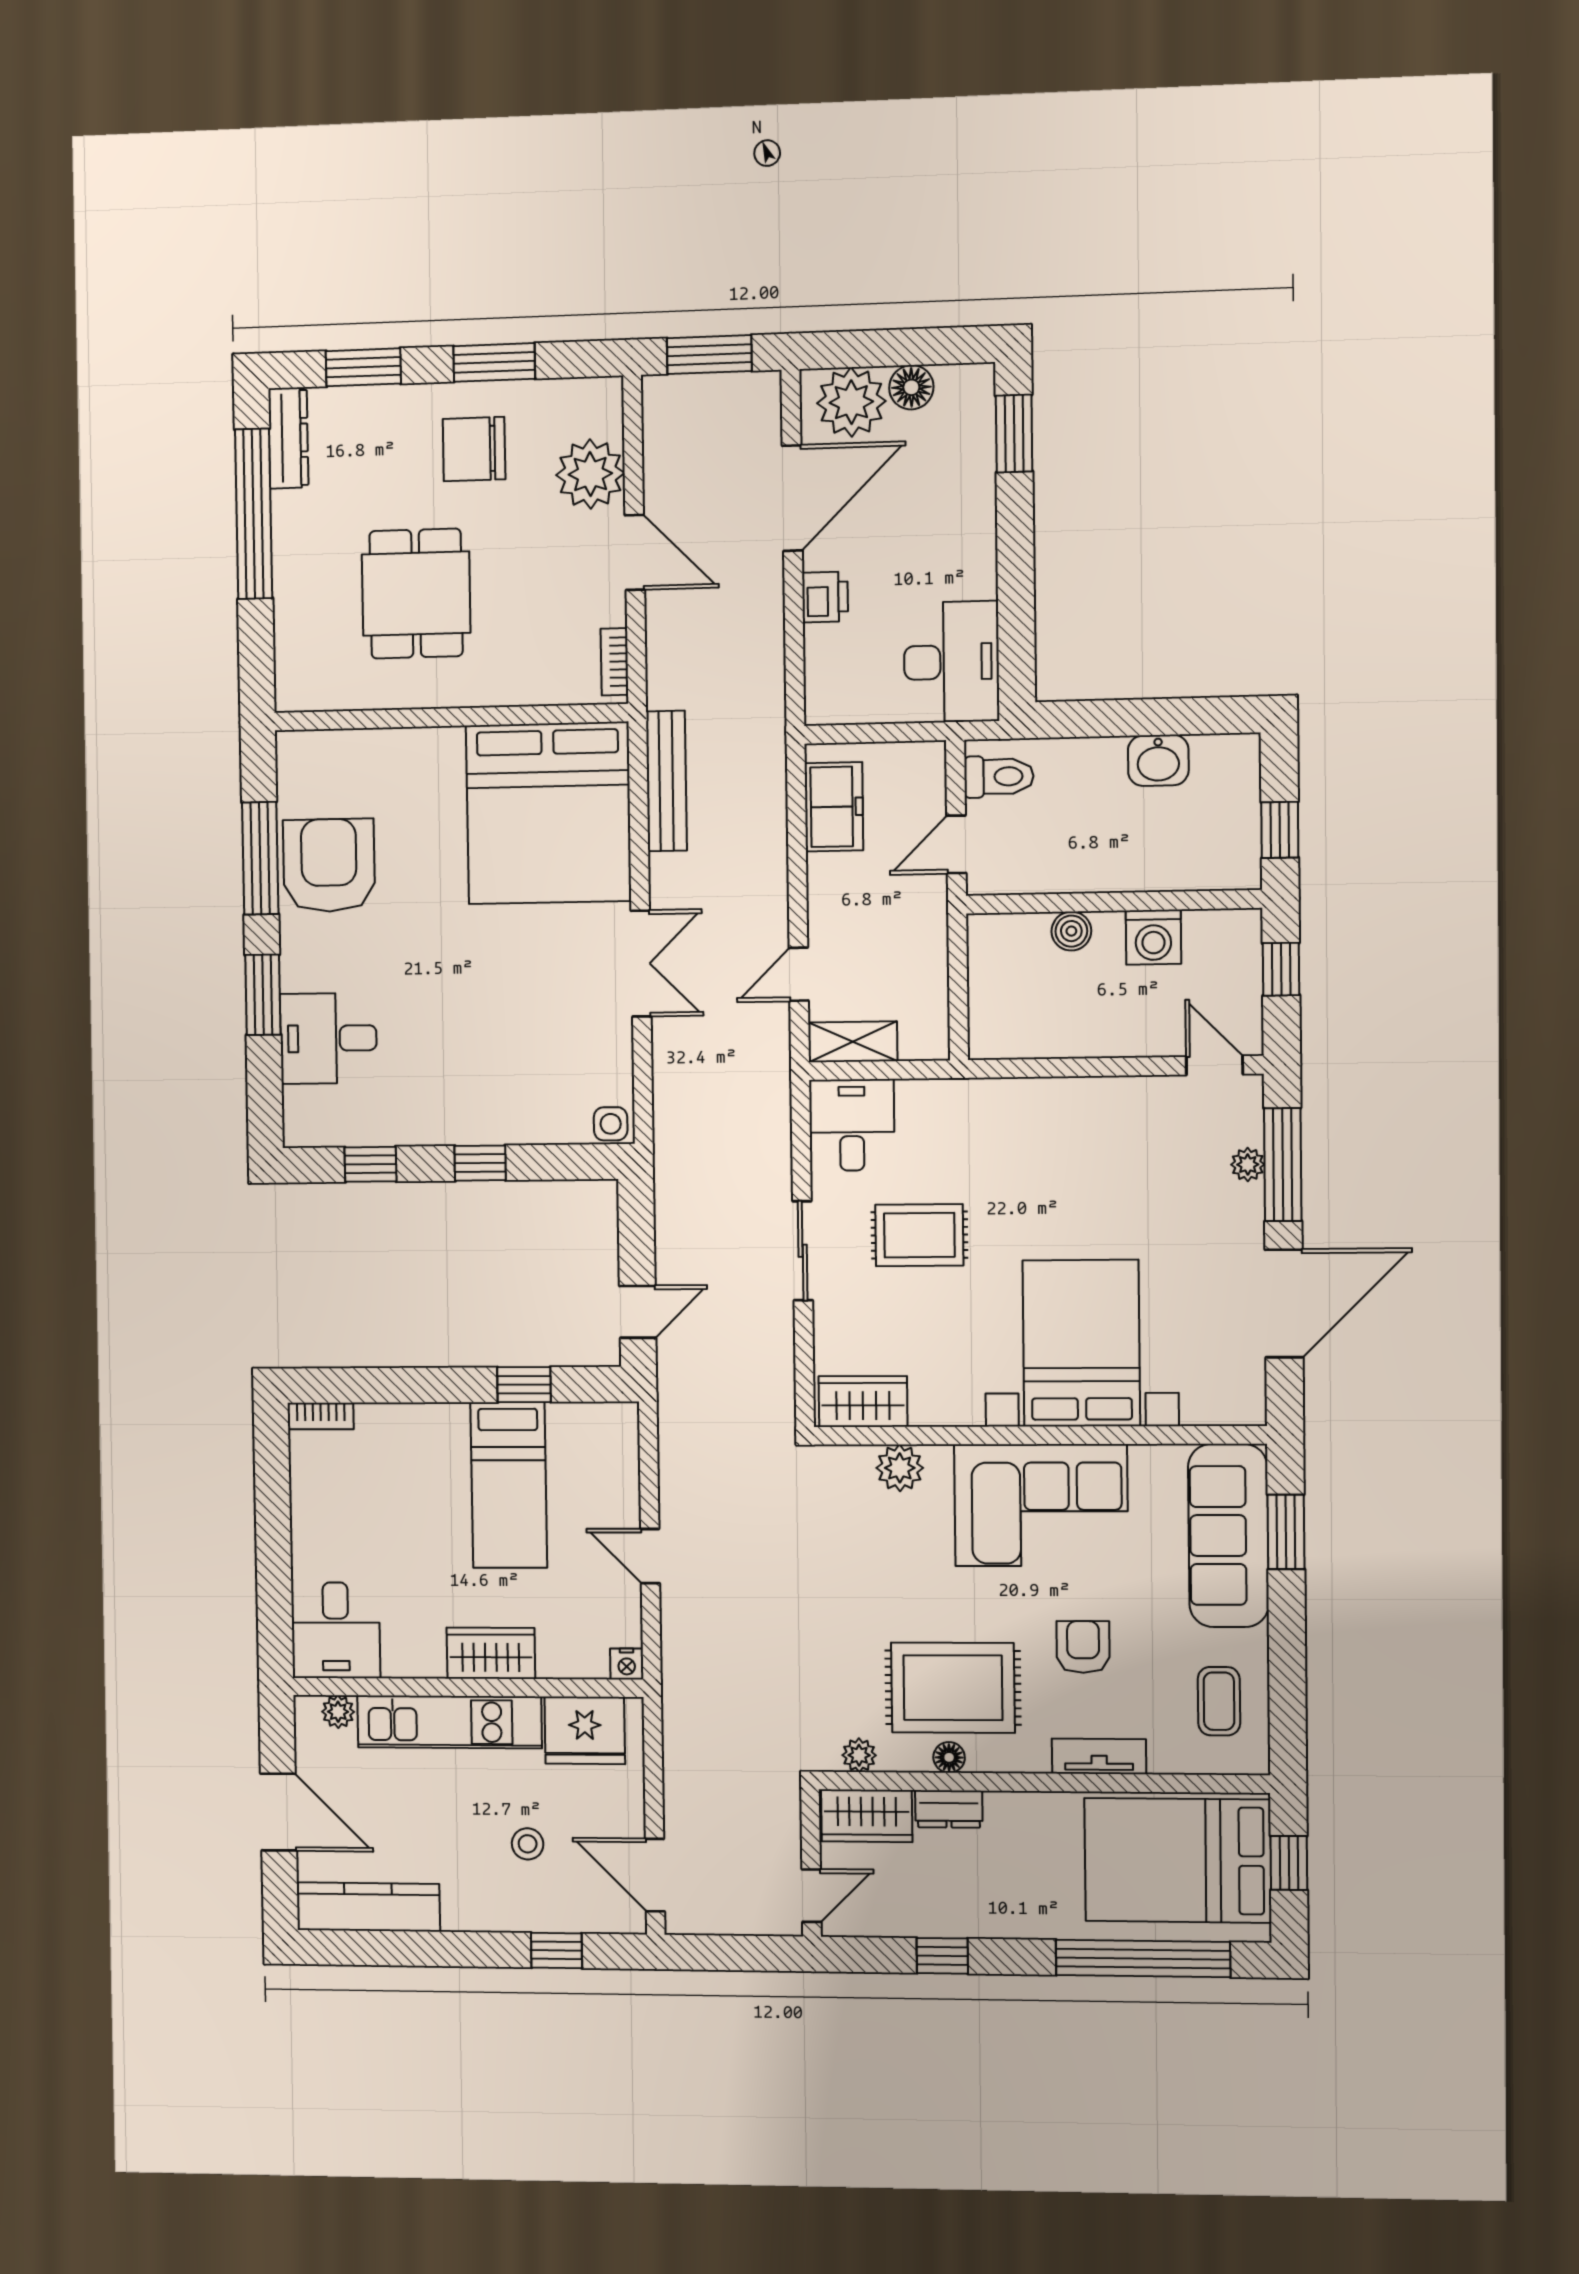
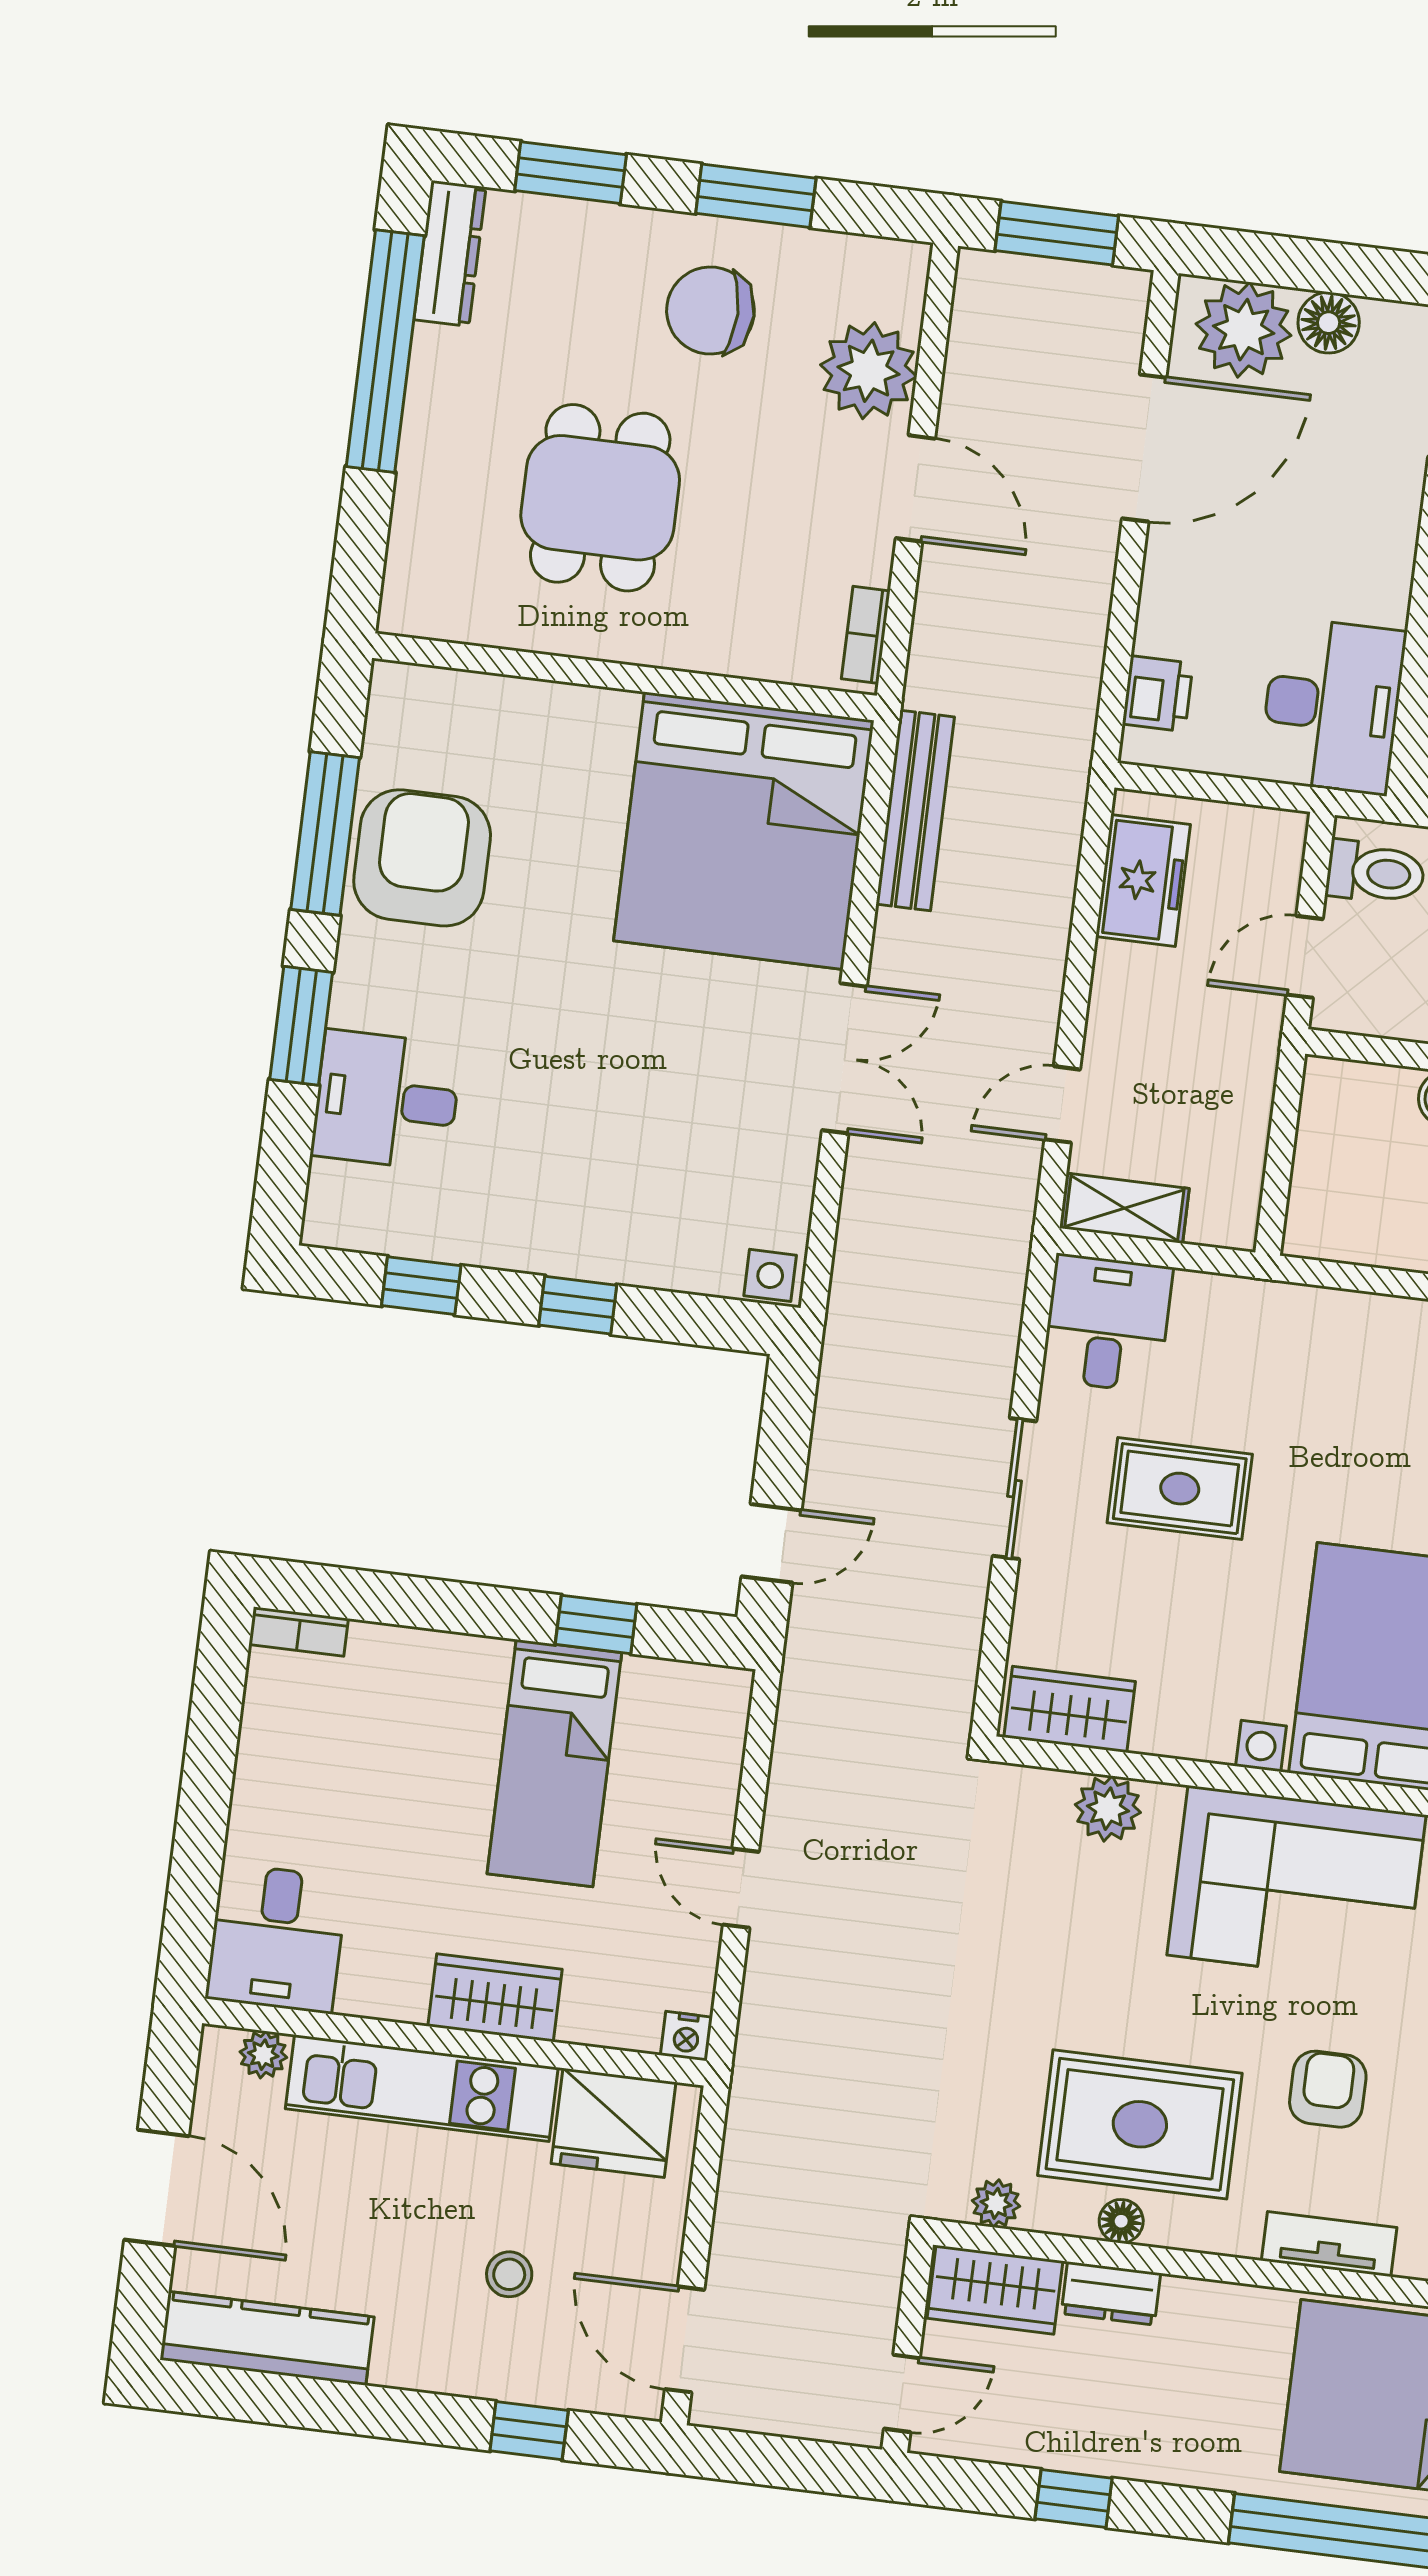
printer: (825, 597) -> (1158, 694), moved

